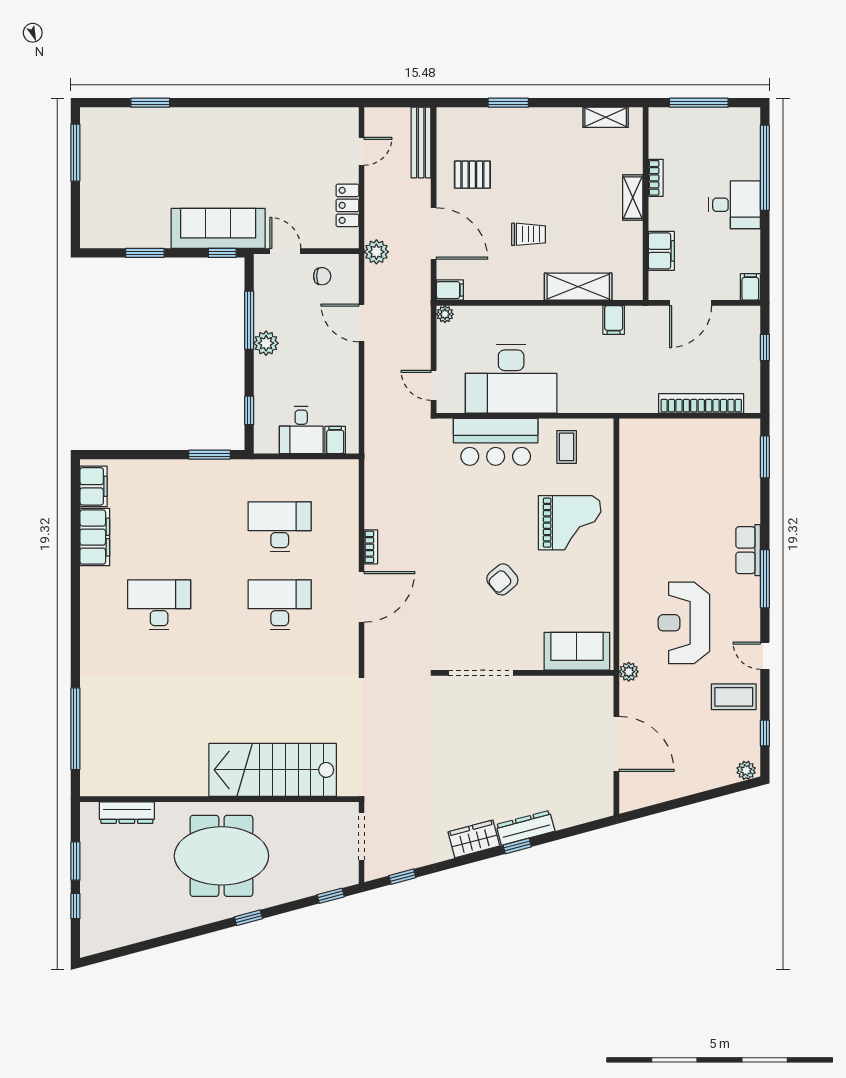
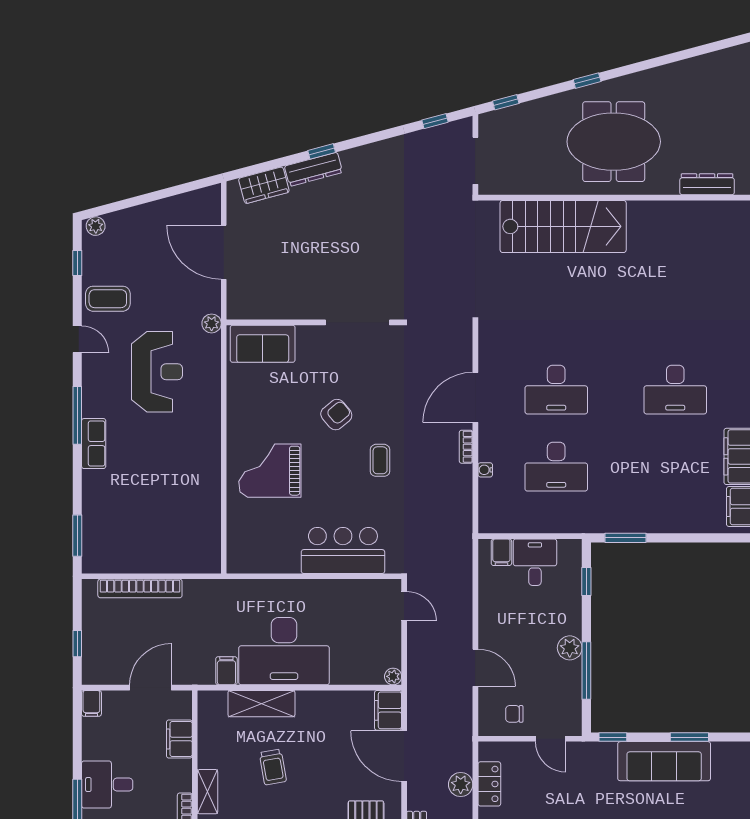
sofa: (218, 228) -> (664, 761), moved
trolley: (529, 234) -> (273, 767), moved, turned -100
plant: (376, 252) -> (461, 784), moved
filing cabinet: (450, 290) -> (388, 710), width x2.00
desk: (511, 379) -> (284, 651), moved, turned 180
coffee table: (567, 447) -> (380, 460), moved
water cooler: (351, 523) -> (485, 470), added
wardrobe: (474, 839) -> (264, 185), moved

